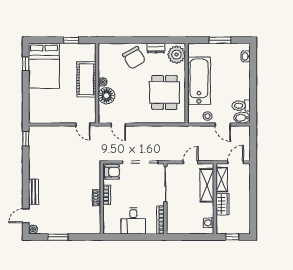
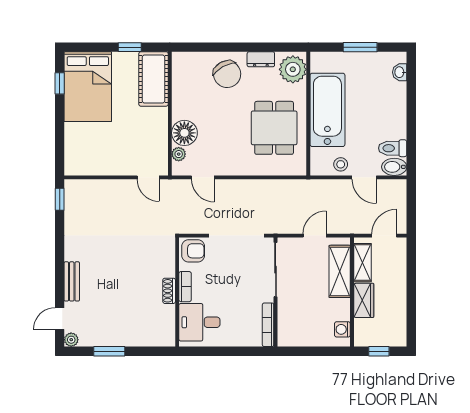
cot: (86, 79) -> (153, 79), moved
plant: (103, 82) -> (179, 154), moved
desk: (133, 221) -> (199, 322), moved, turned 90

